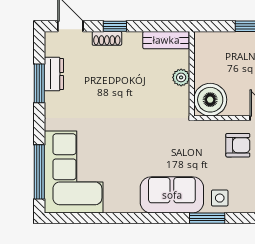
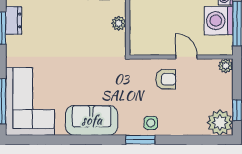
boiler: (210, 100) -> (143, 42), removed
sofa: (172, 195) -> (92, 120), moved

